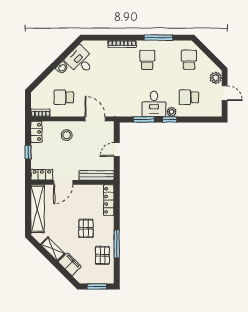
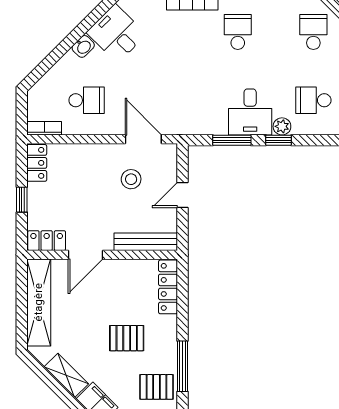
school desk: (64, 97) -> (87, 100), turned 180
stool: (67, 135) -> (131, 179), moved
pallet: (86, 228) -> (127, 338), turned 90
pallet: (102, 255) -> (157, 387), turned 90

